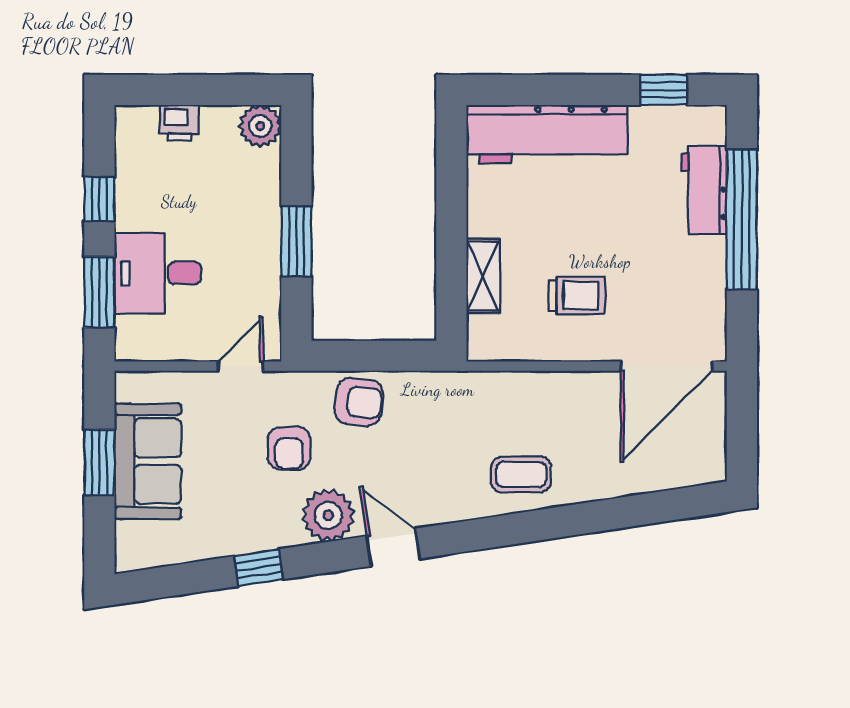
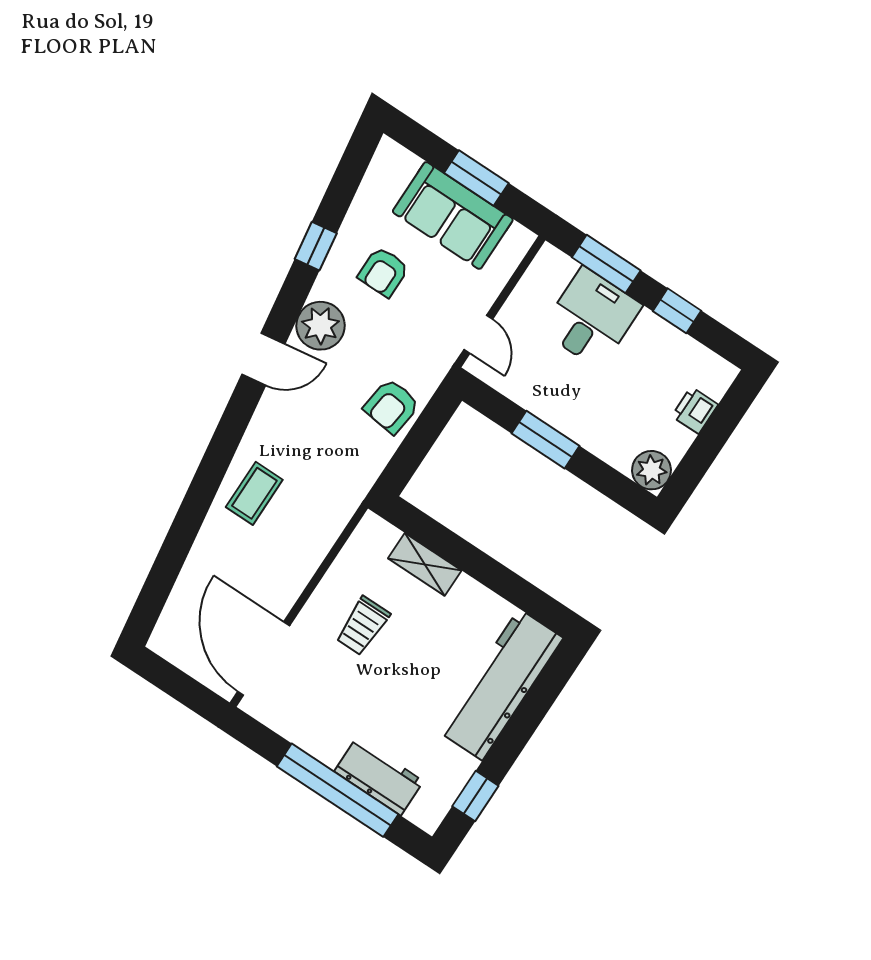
armchair: (289, 448) -> (383, 272), moved, turned -90

